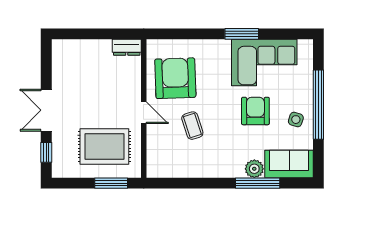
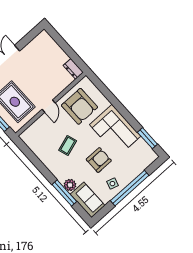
window: (242, 34) -> (147, 138), moved
corner sofa: (264, 63) -> (115, 130), moved
armchair: (175, 78) -> (80, 106), turned 92
coffee table: (192, 126) -> (68, 145), moved

